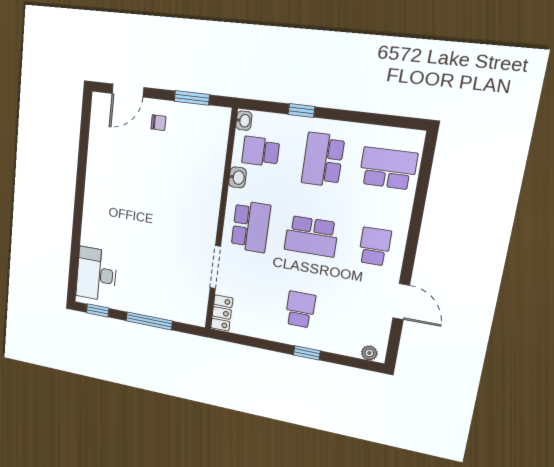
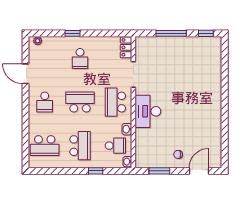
desk: (96, 274) -> (148, 111), moved, turned 180

